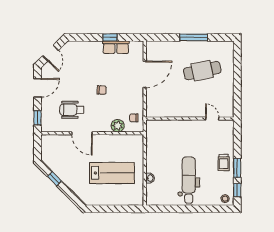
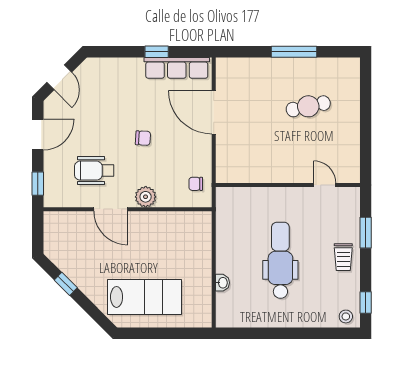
row of seats: (116, 47) -> (177, 68), width x1.48
cafe table: (202, 71) -> (308, 106), width x0.73, depth x0.74
door: (145, 74) -> (214, 112), swing flipped
plant: (118, 126) -> (146, 197), moved
window: (237, 168) -> (366, 233), moved
lab bench: (112, 173) -> (145, 297), moved
dental chair: (189, 180) -> (280, 260), moved

